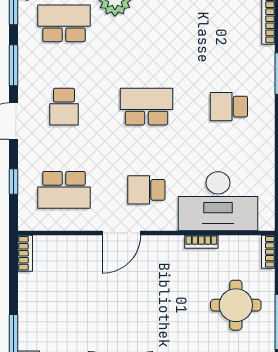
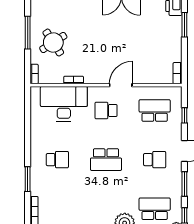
school desk: (64, 23) -> (155, 209), turned 180
school desk: (64, 107) -> (155, 160), turned 90
school desk: (146, 190) -> (106, 111), turned 180
round table: (236, 305) -> (53, 42), turned -33

